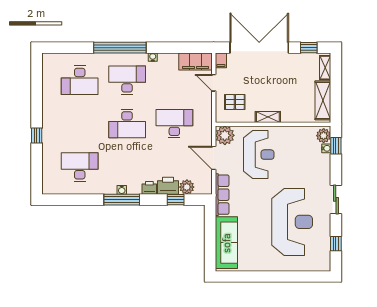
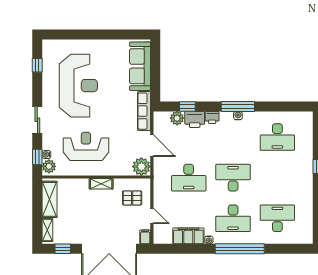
filing cabinet: (196, 61) -> (188, 236), moved
reception desk: (259, 155) -> (86, 146), moved, turned 90
sliding door: (336, 199) -> (37, 120), moved
reception desk: (292, 222) -> (78, 86), turned 180

